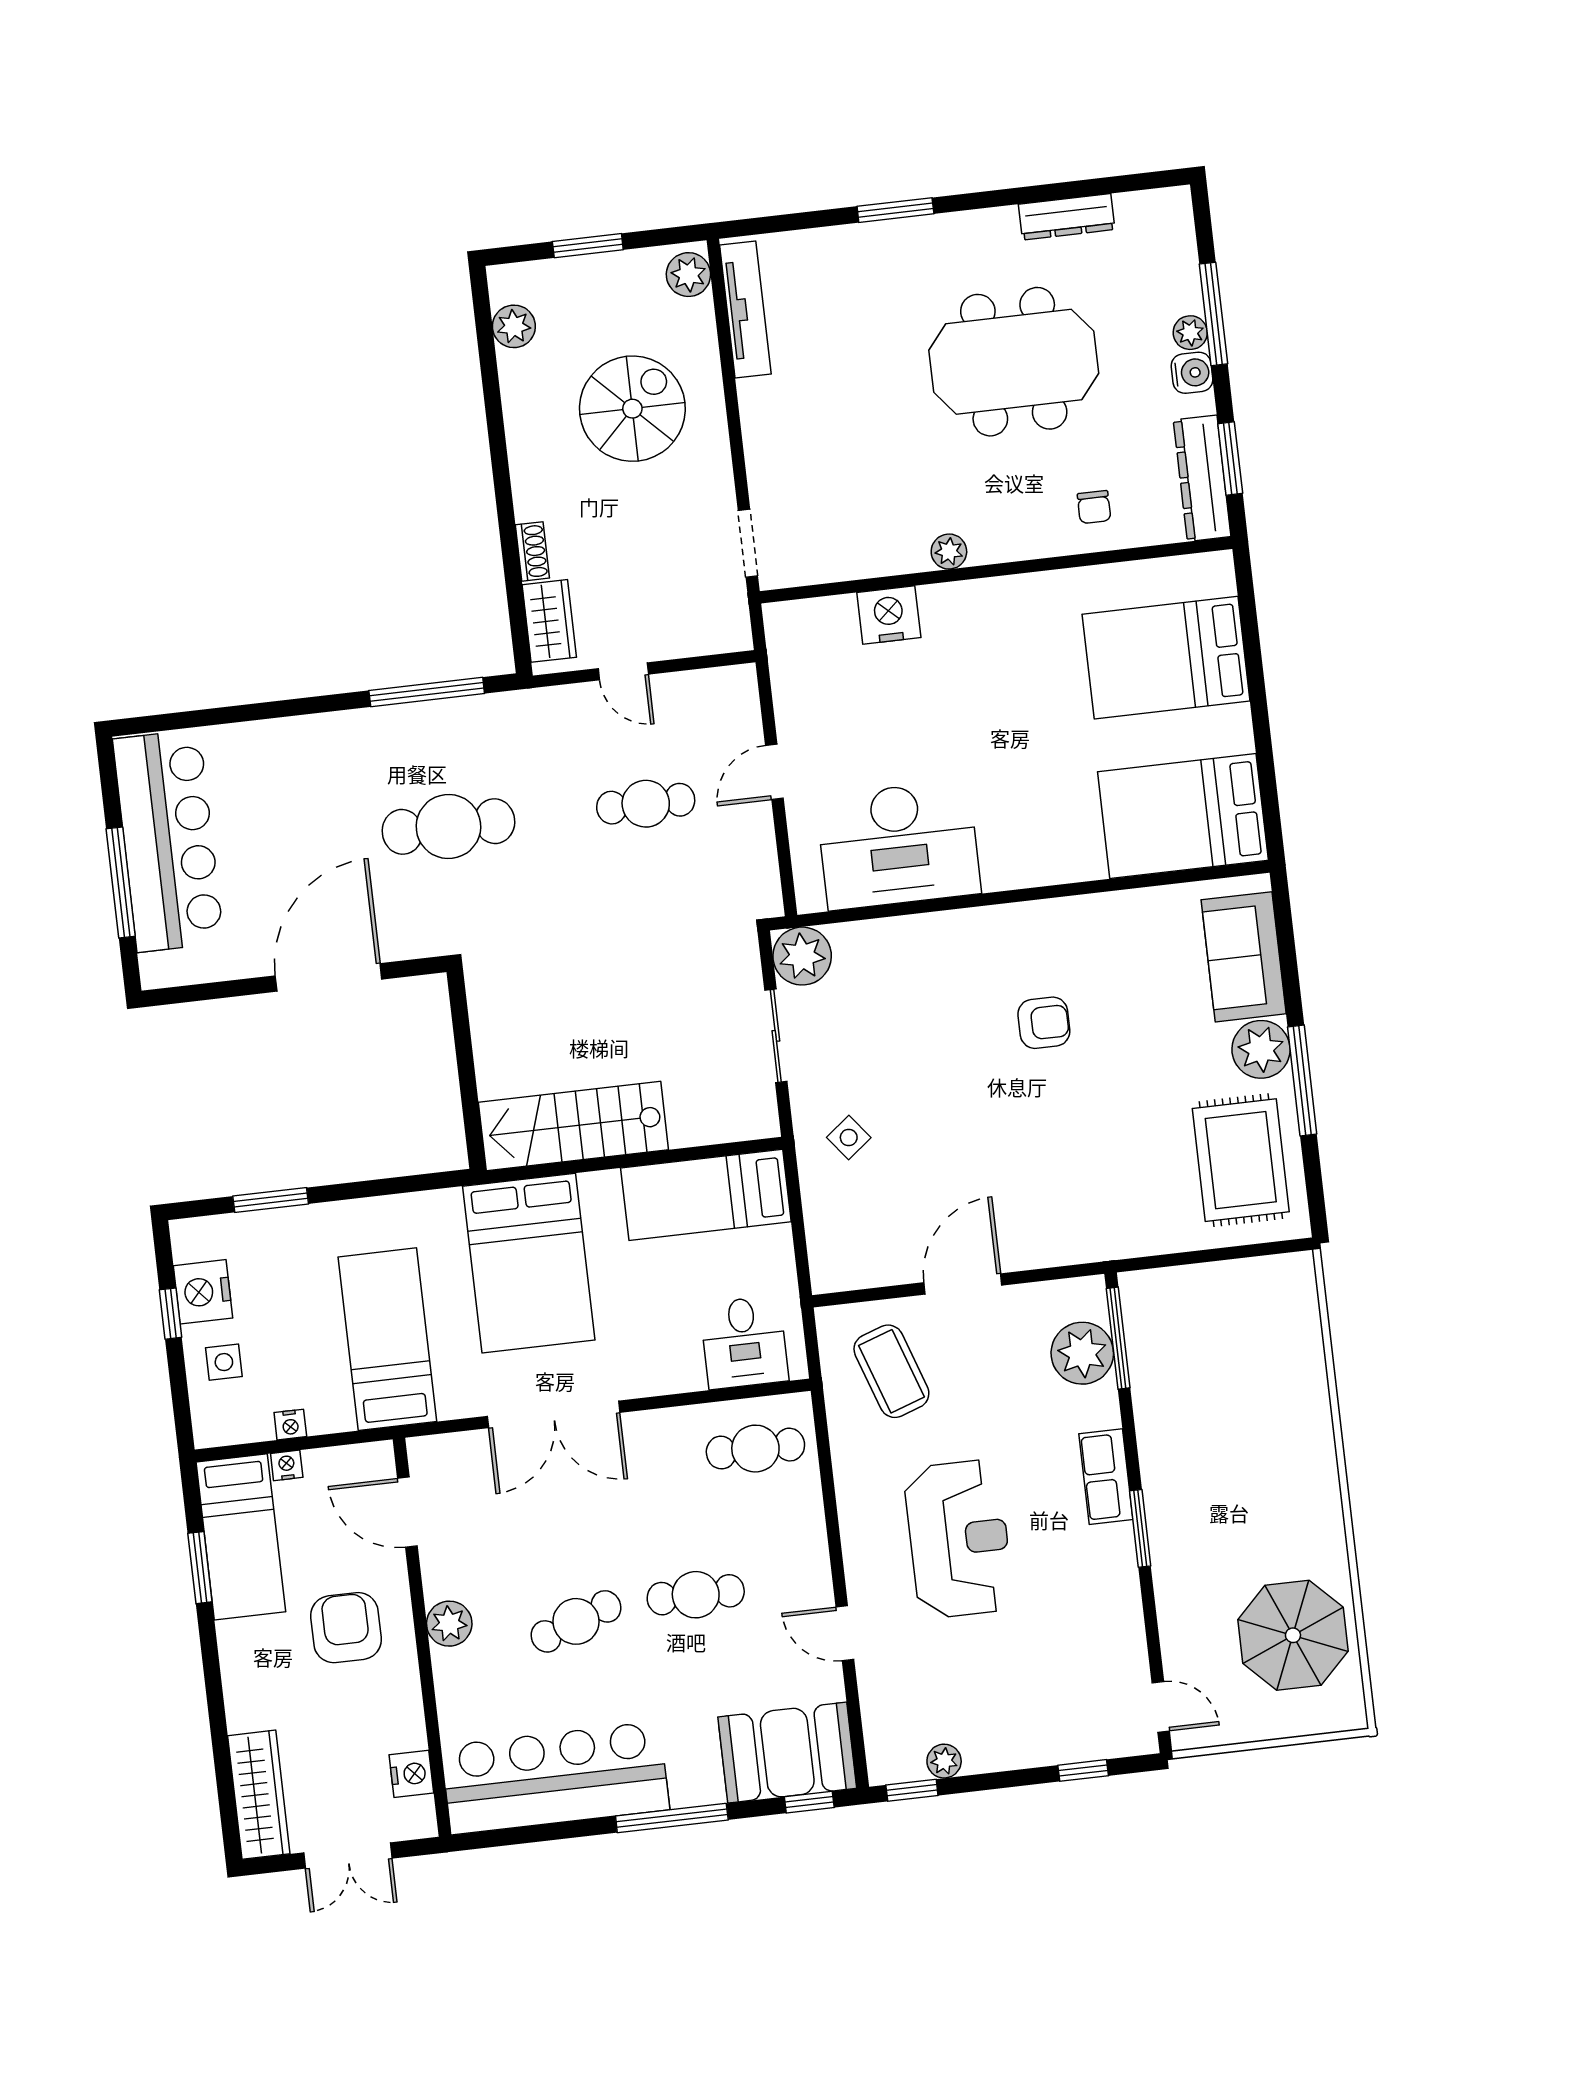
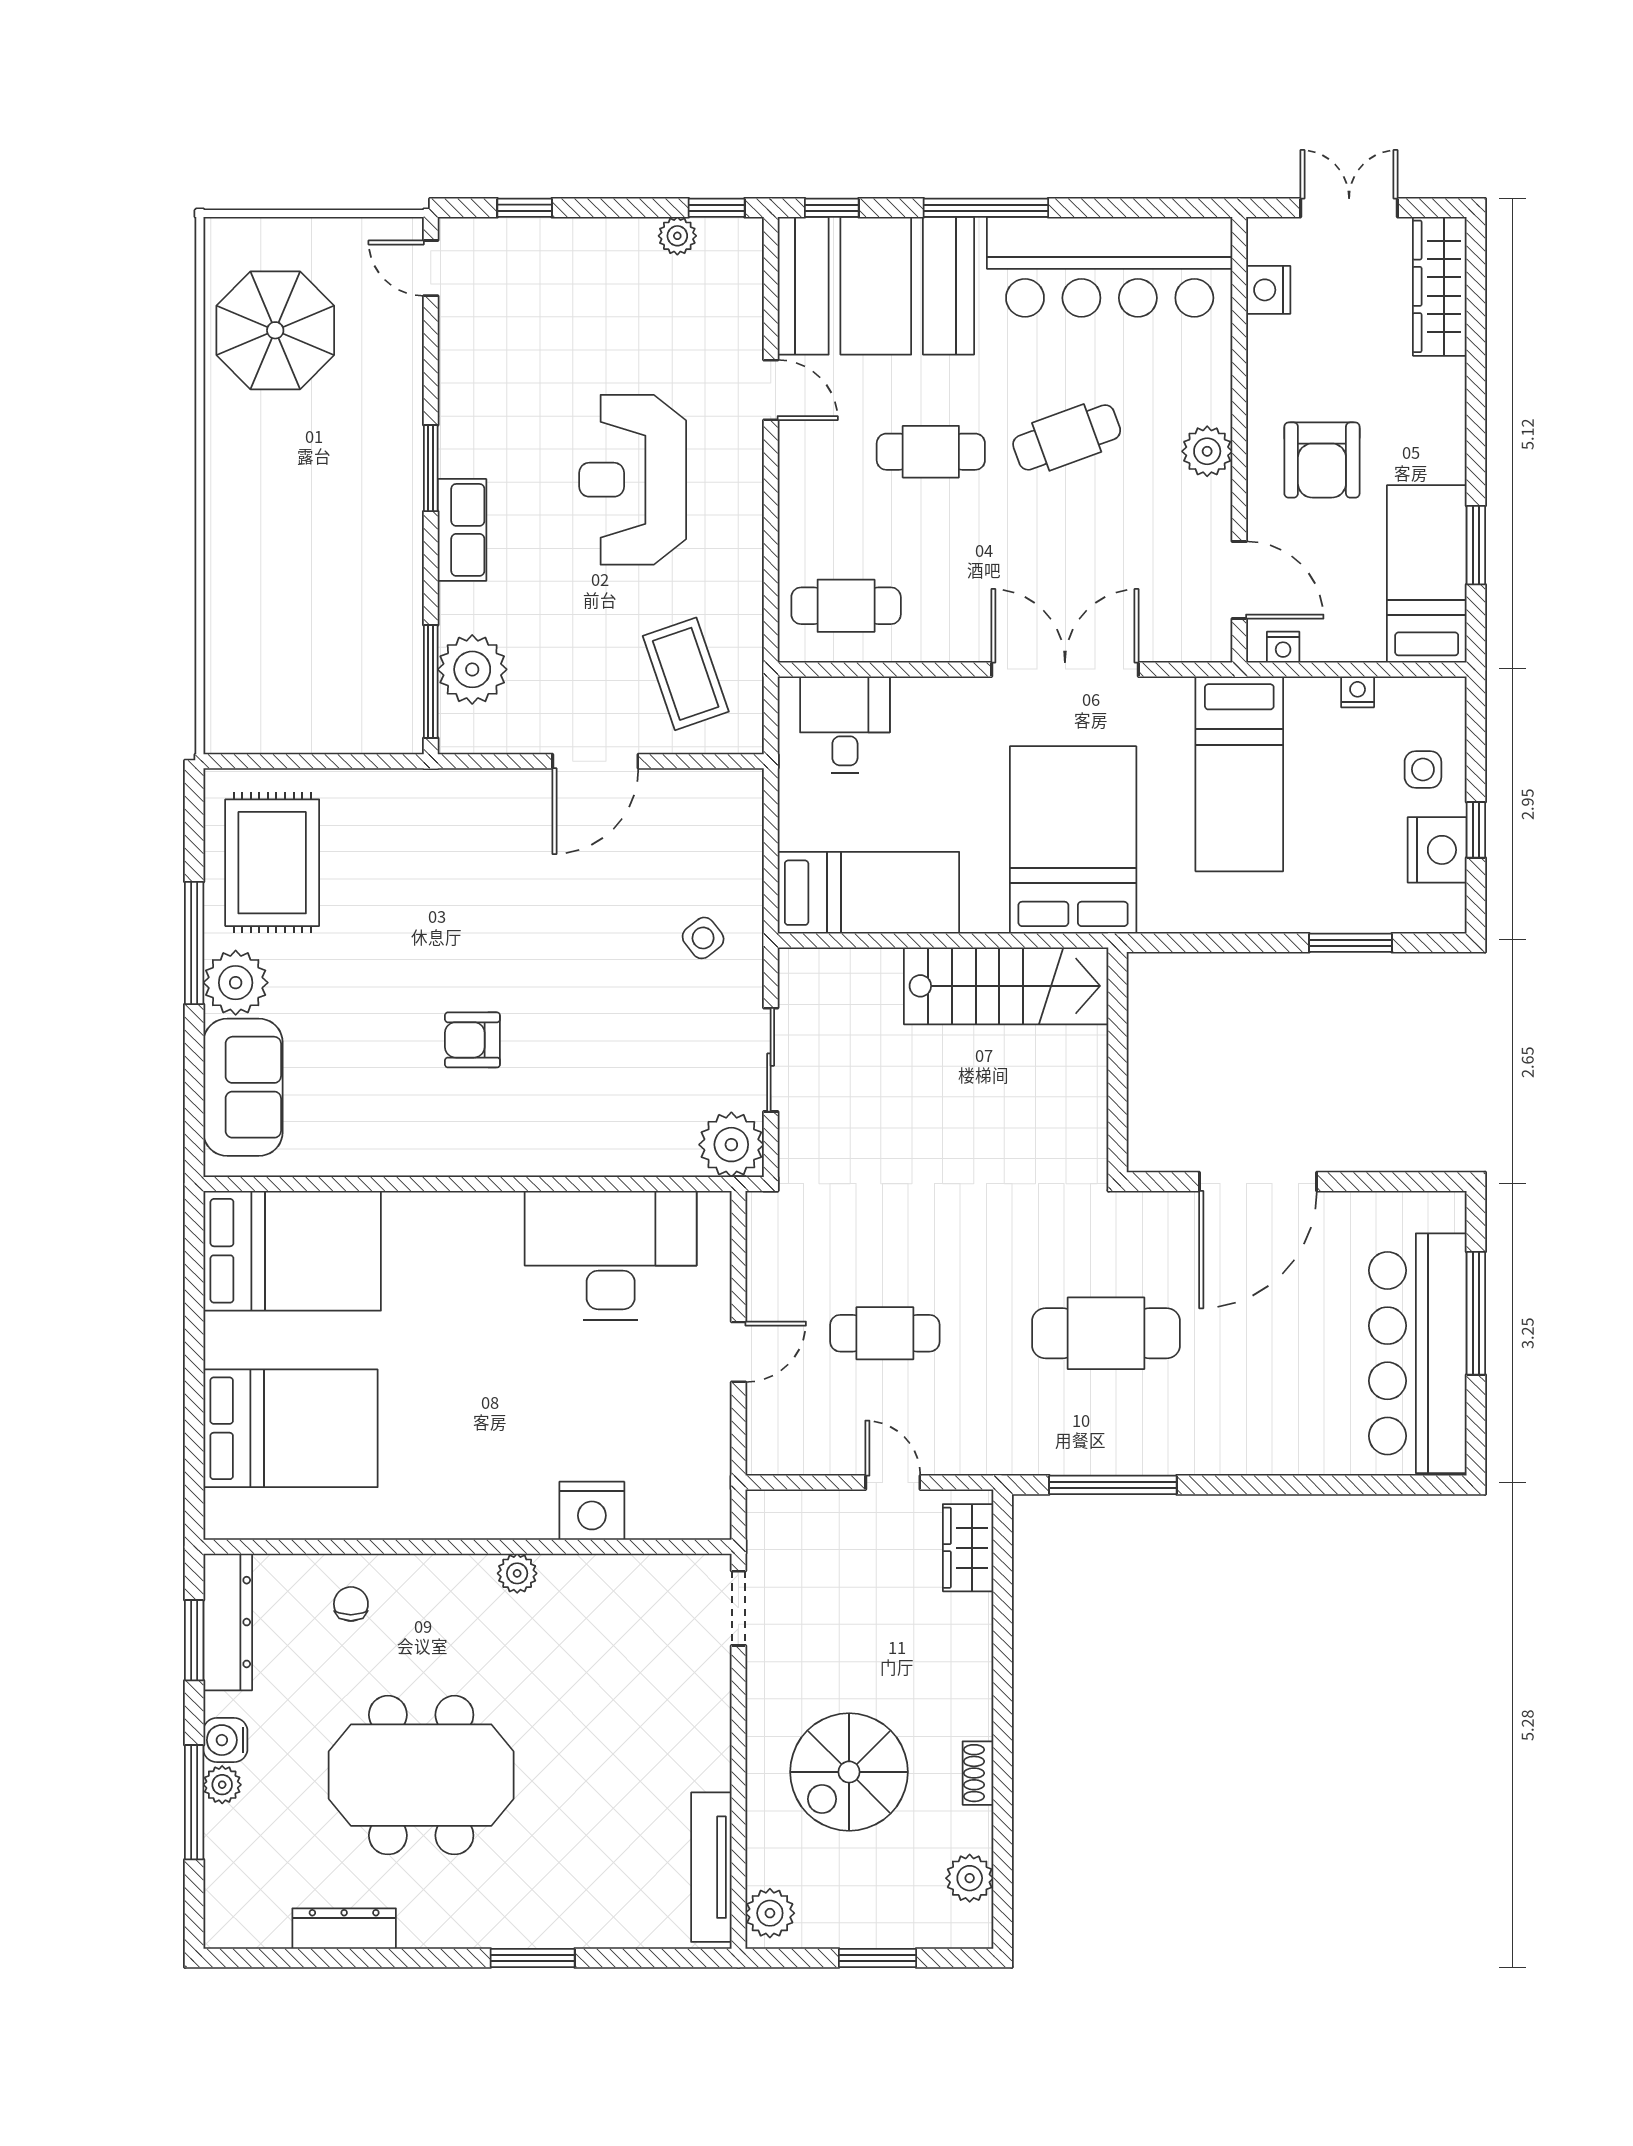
shoe rack: (532, 551) -> (978, 1773), moved
nightstand: (287, 1465) -> (1283, 647), moved
booth: (787, 1753) -> (876, 286), width x1.36, depth x1.42

